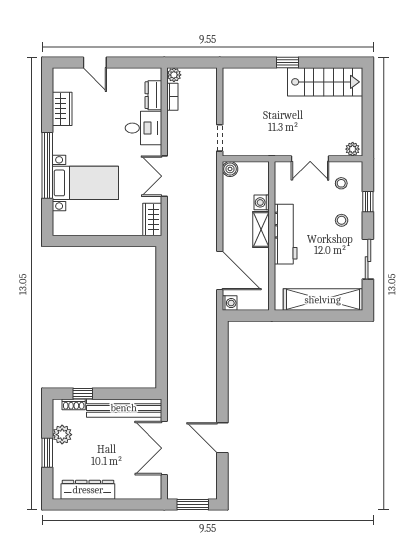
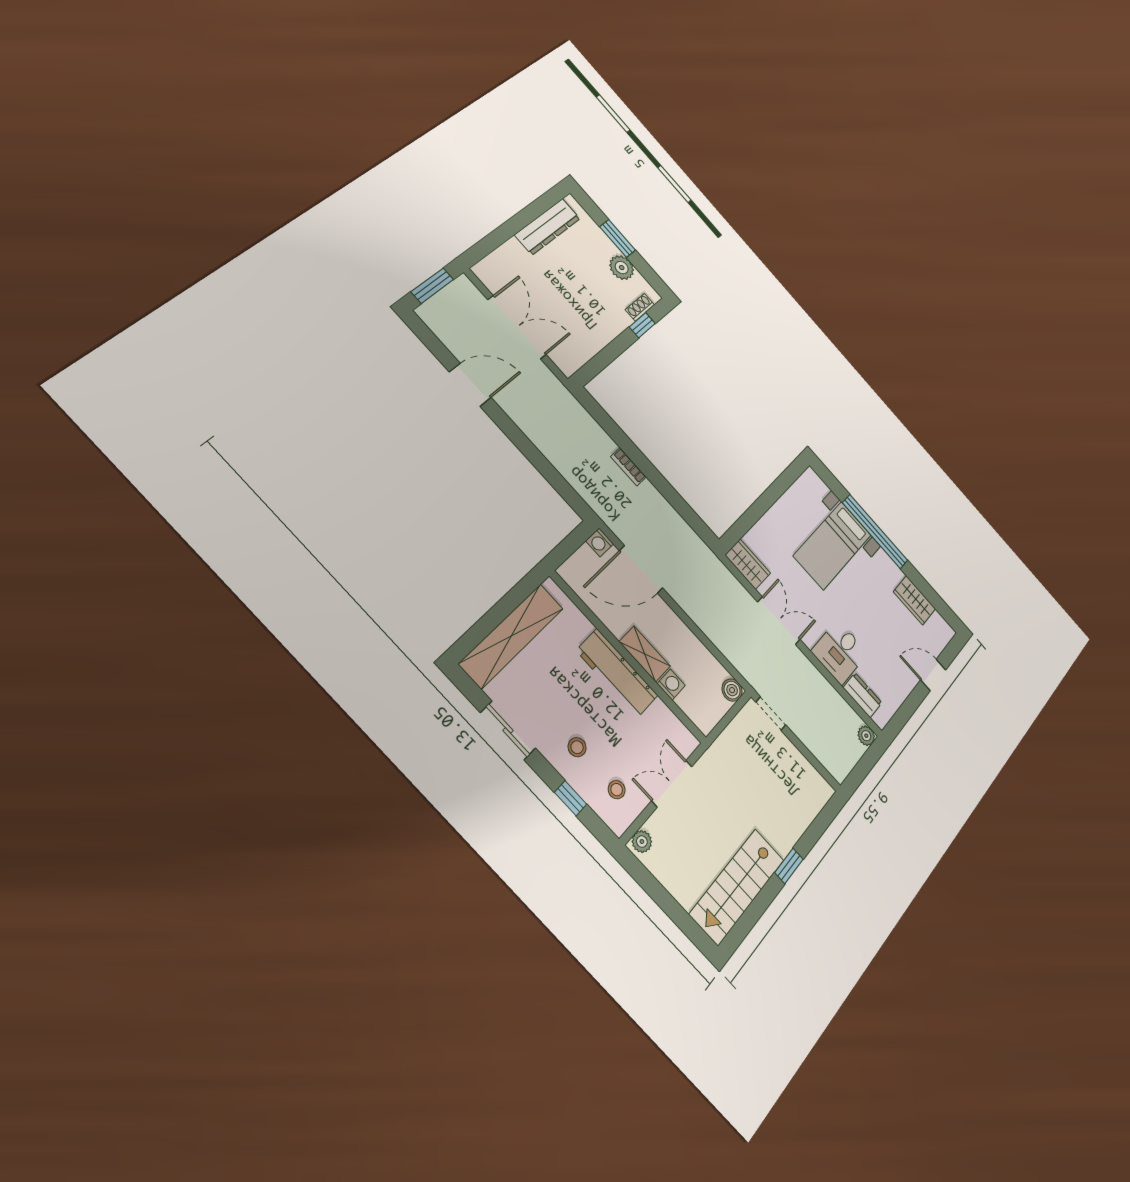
bookcase: (172, 97) -> (628, 467), moved
bench: (124, 408) -> (593, 340), removed

